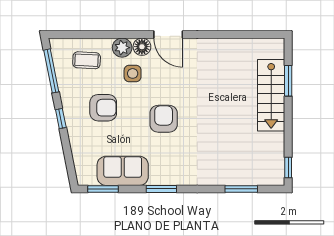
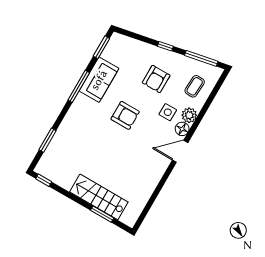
sofa: (123, 171) -> (99, 80), moved
window: (161, 189) -> (79, 86), width x1.44

